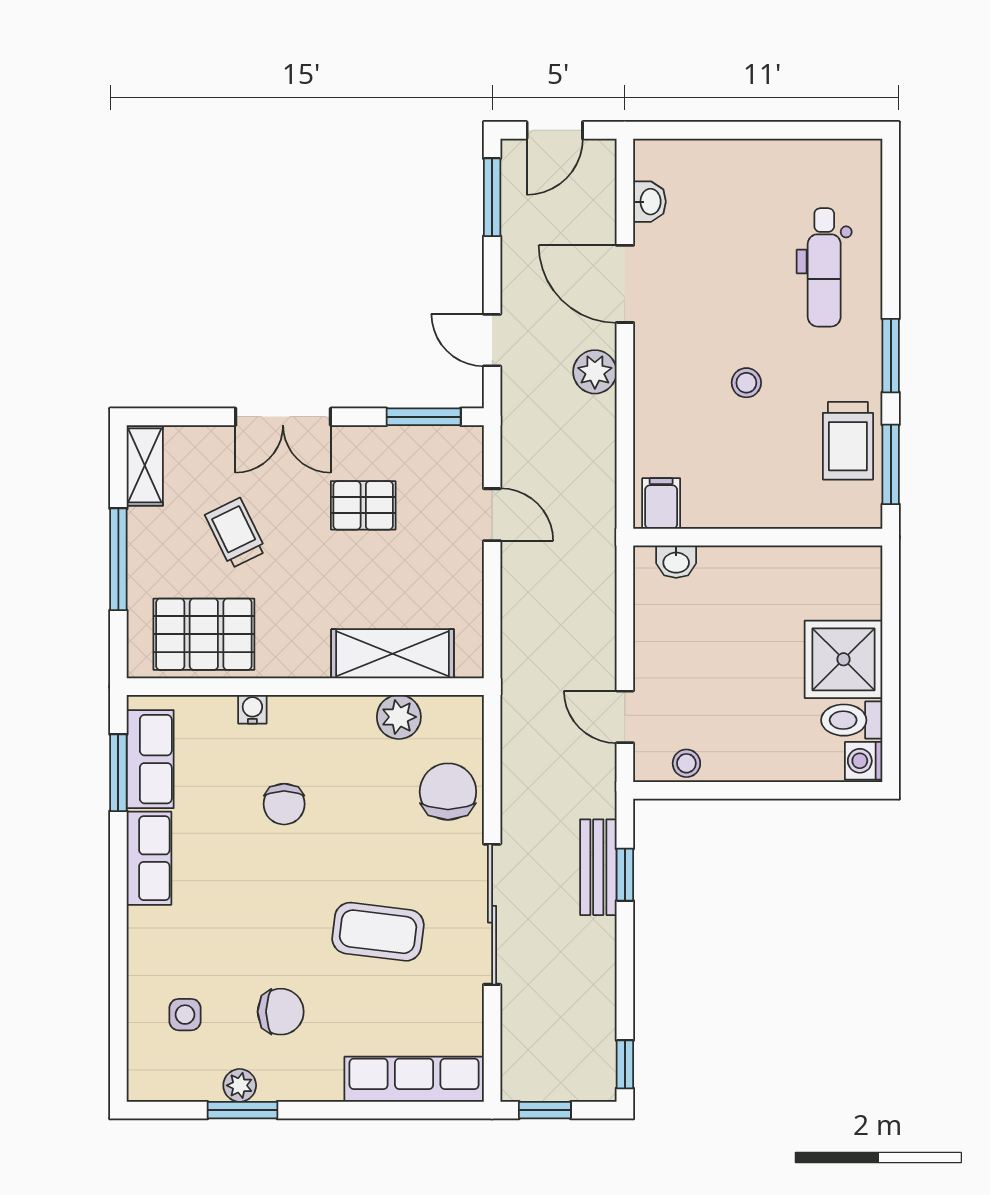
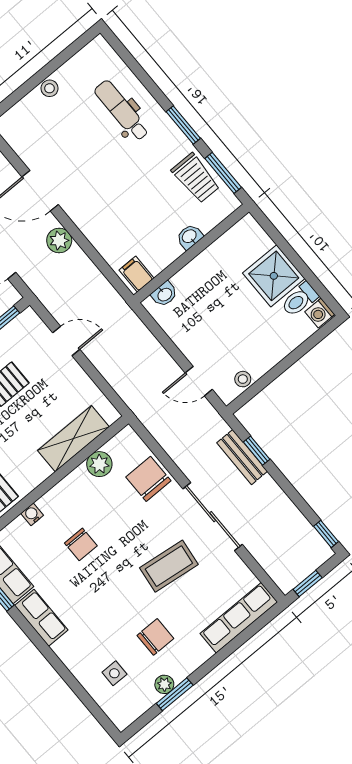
washbasin: (650, 202) -> (190, 237), moved, turned -90
dental chair: (824, 267) -> (122, 111), turned 180
stool: (746, 383) -> (50, 88), moved

